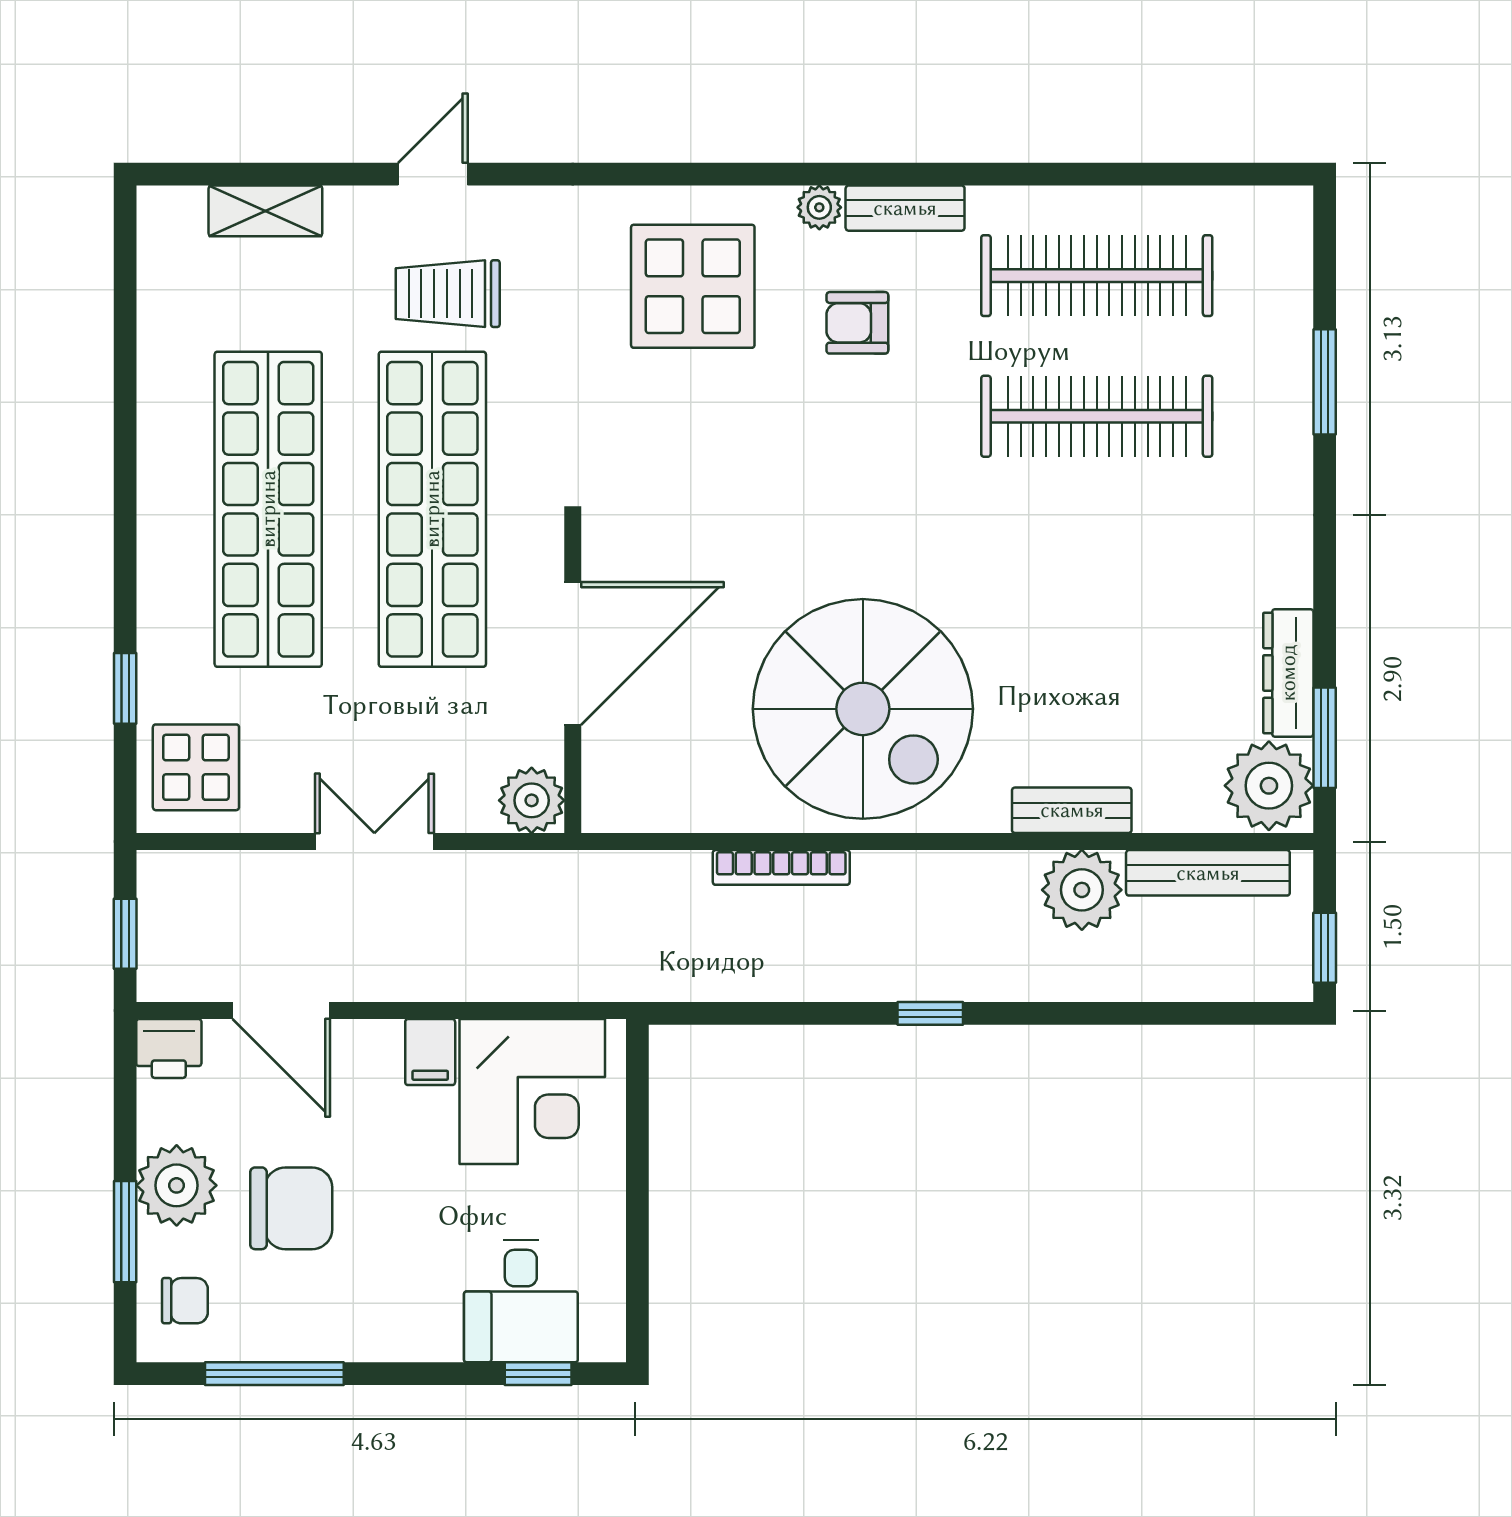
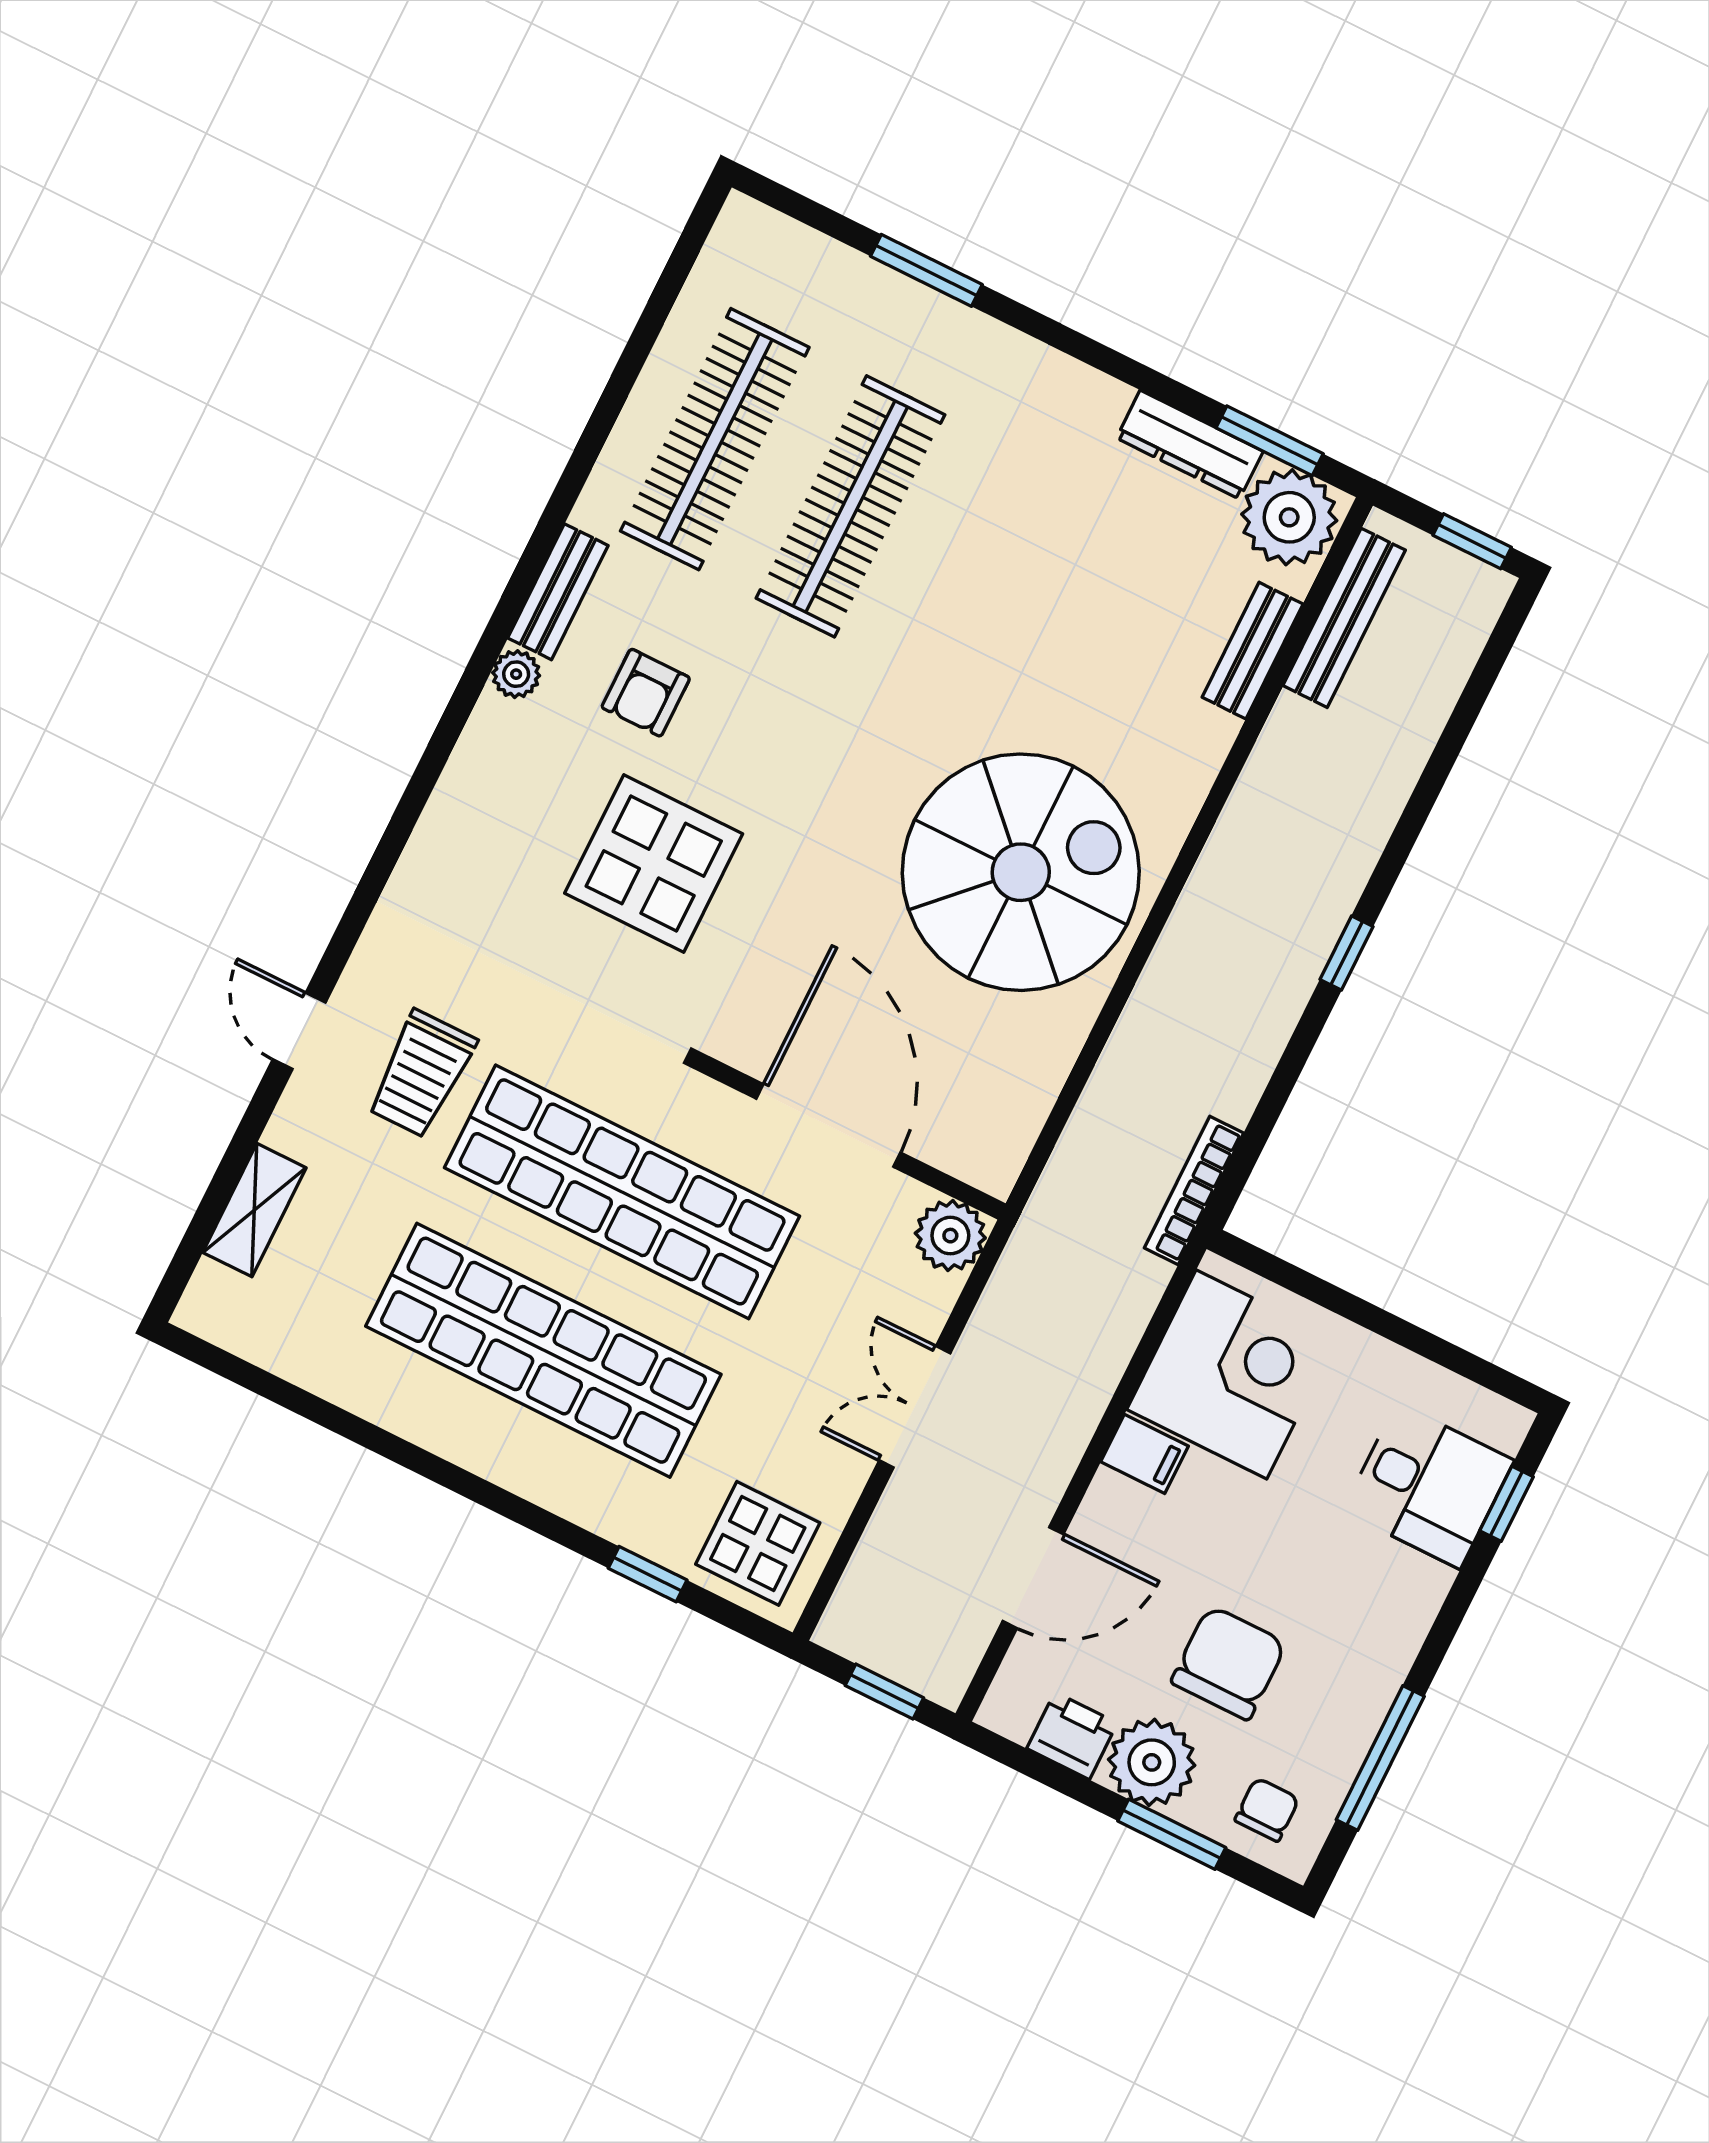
display table: (693, 286) -> (654, 864), moved
bench: (1072, 810) -> (1253, 651), moved
bookcase: (781, 867) -> (1194, 1191), moved, turned 180
plant: (1082, 890) -> (1300, 748), removed
printer: (169, 1048) -> (1072, 1736), moved, turned -90

